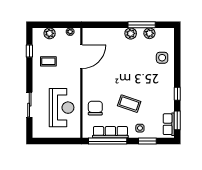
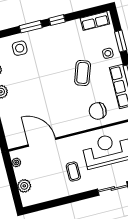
window: (29, 51) -> (51, 204), removed
coffee table: (48, 61) -> (73, 172), moved
window: (177, 120) -> (31, 27), moved

